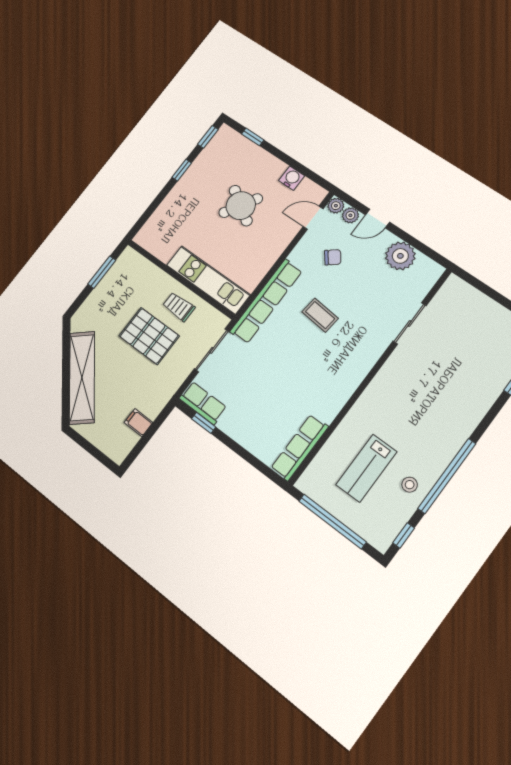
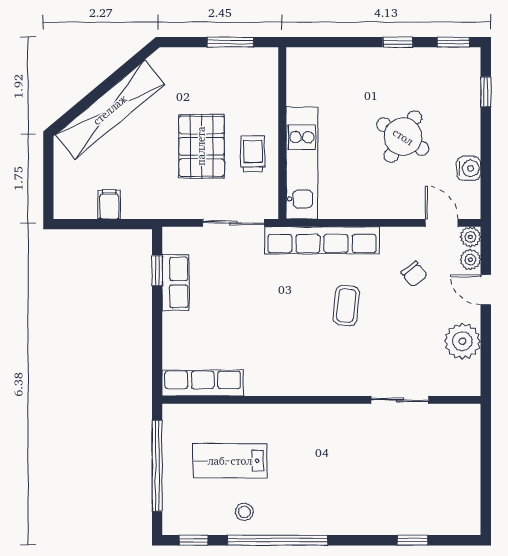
row of seats: (203, 403) -> (176, 283), moved

